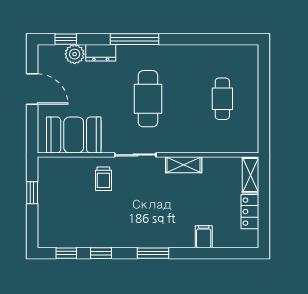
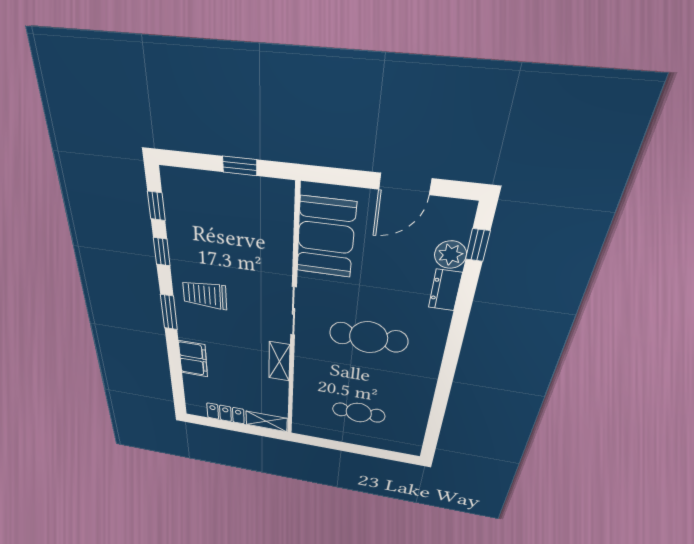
window: (135, 39) -> (456, 335), removed
trolley: (103, 179) -> (205, 295), moved, width x1.36, depth x1.39
filing cabinet: (204, 237) -> (193, 359), width x2.00

